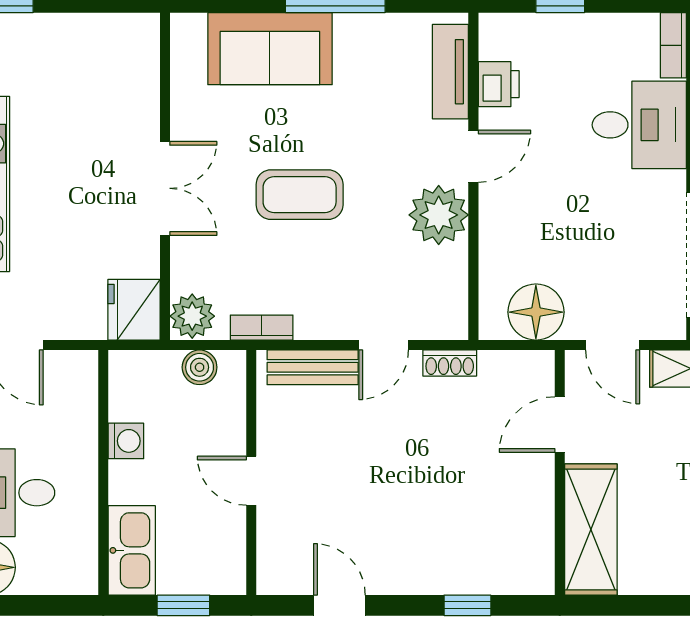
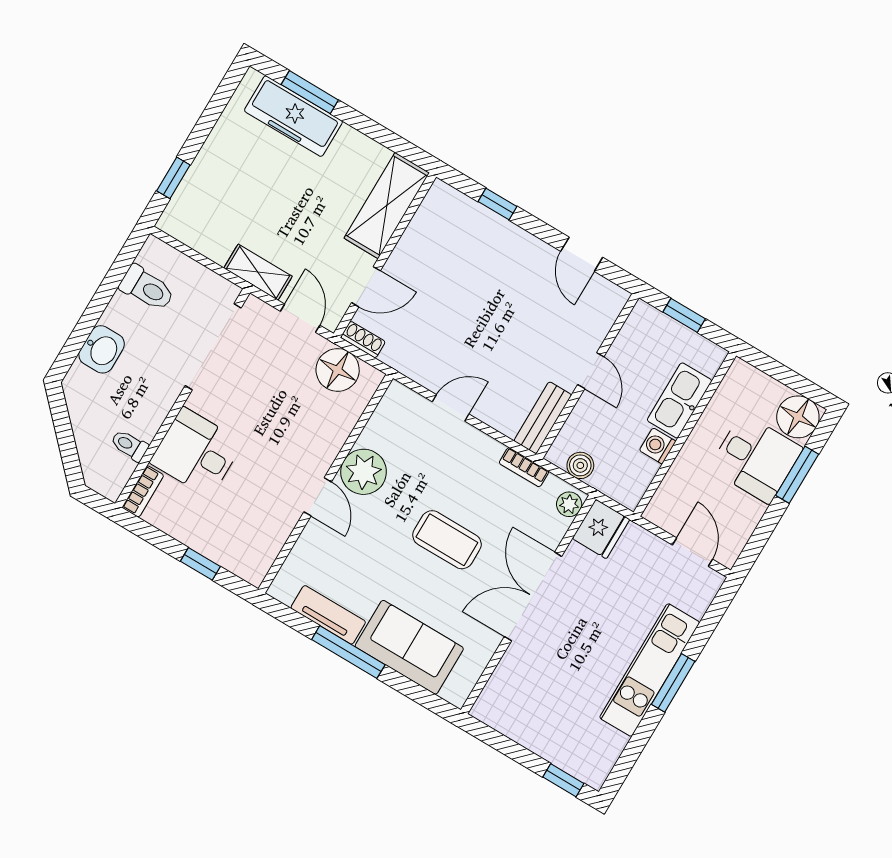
tv unit: (450, 72) -> (328, 615), moved, turned -90
printer: (499, 84) -> (273, 534), removed
door: (473, 156) -> (318, 497), swing flipped
double door: (165, 188) -> (533, 596), width x1.37
plant: (192, 316) -> (569, 504), width x0.73, depth x0.73
shoe rack: (450, 363) -> (363, 340), moved
bench: (313, 367) -> (543, 418), moved, turned 90
kitchen sink: (132, 550) -> (679, 400), moved

